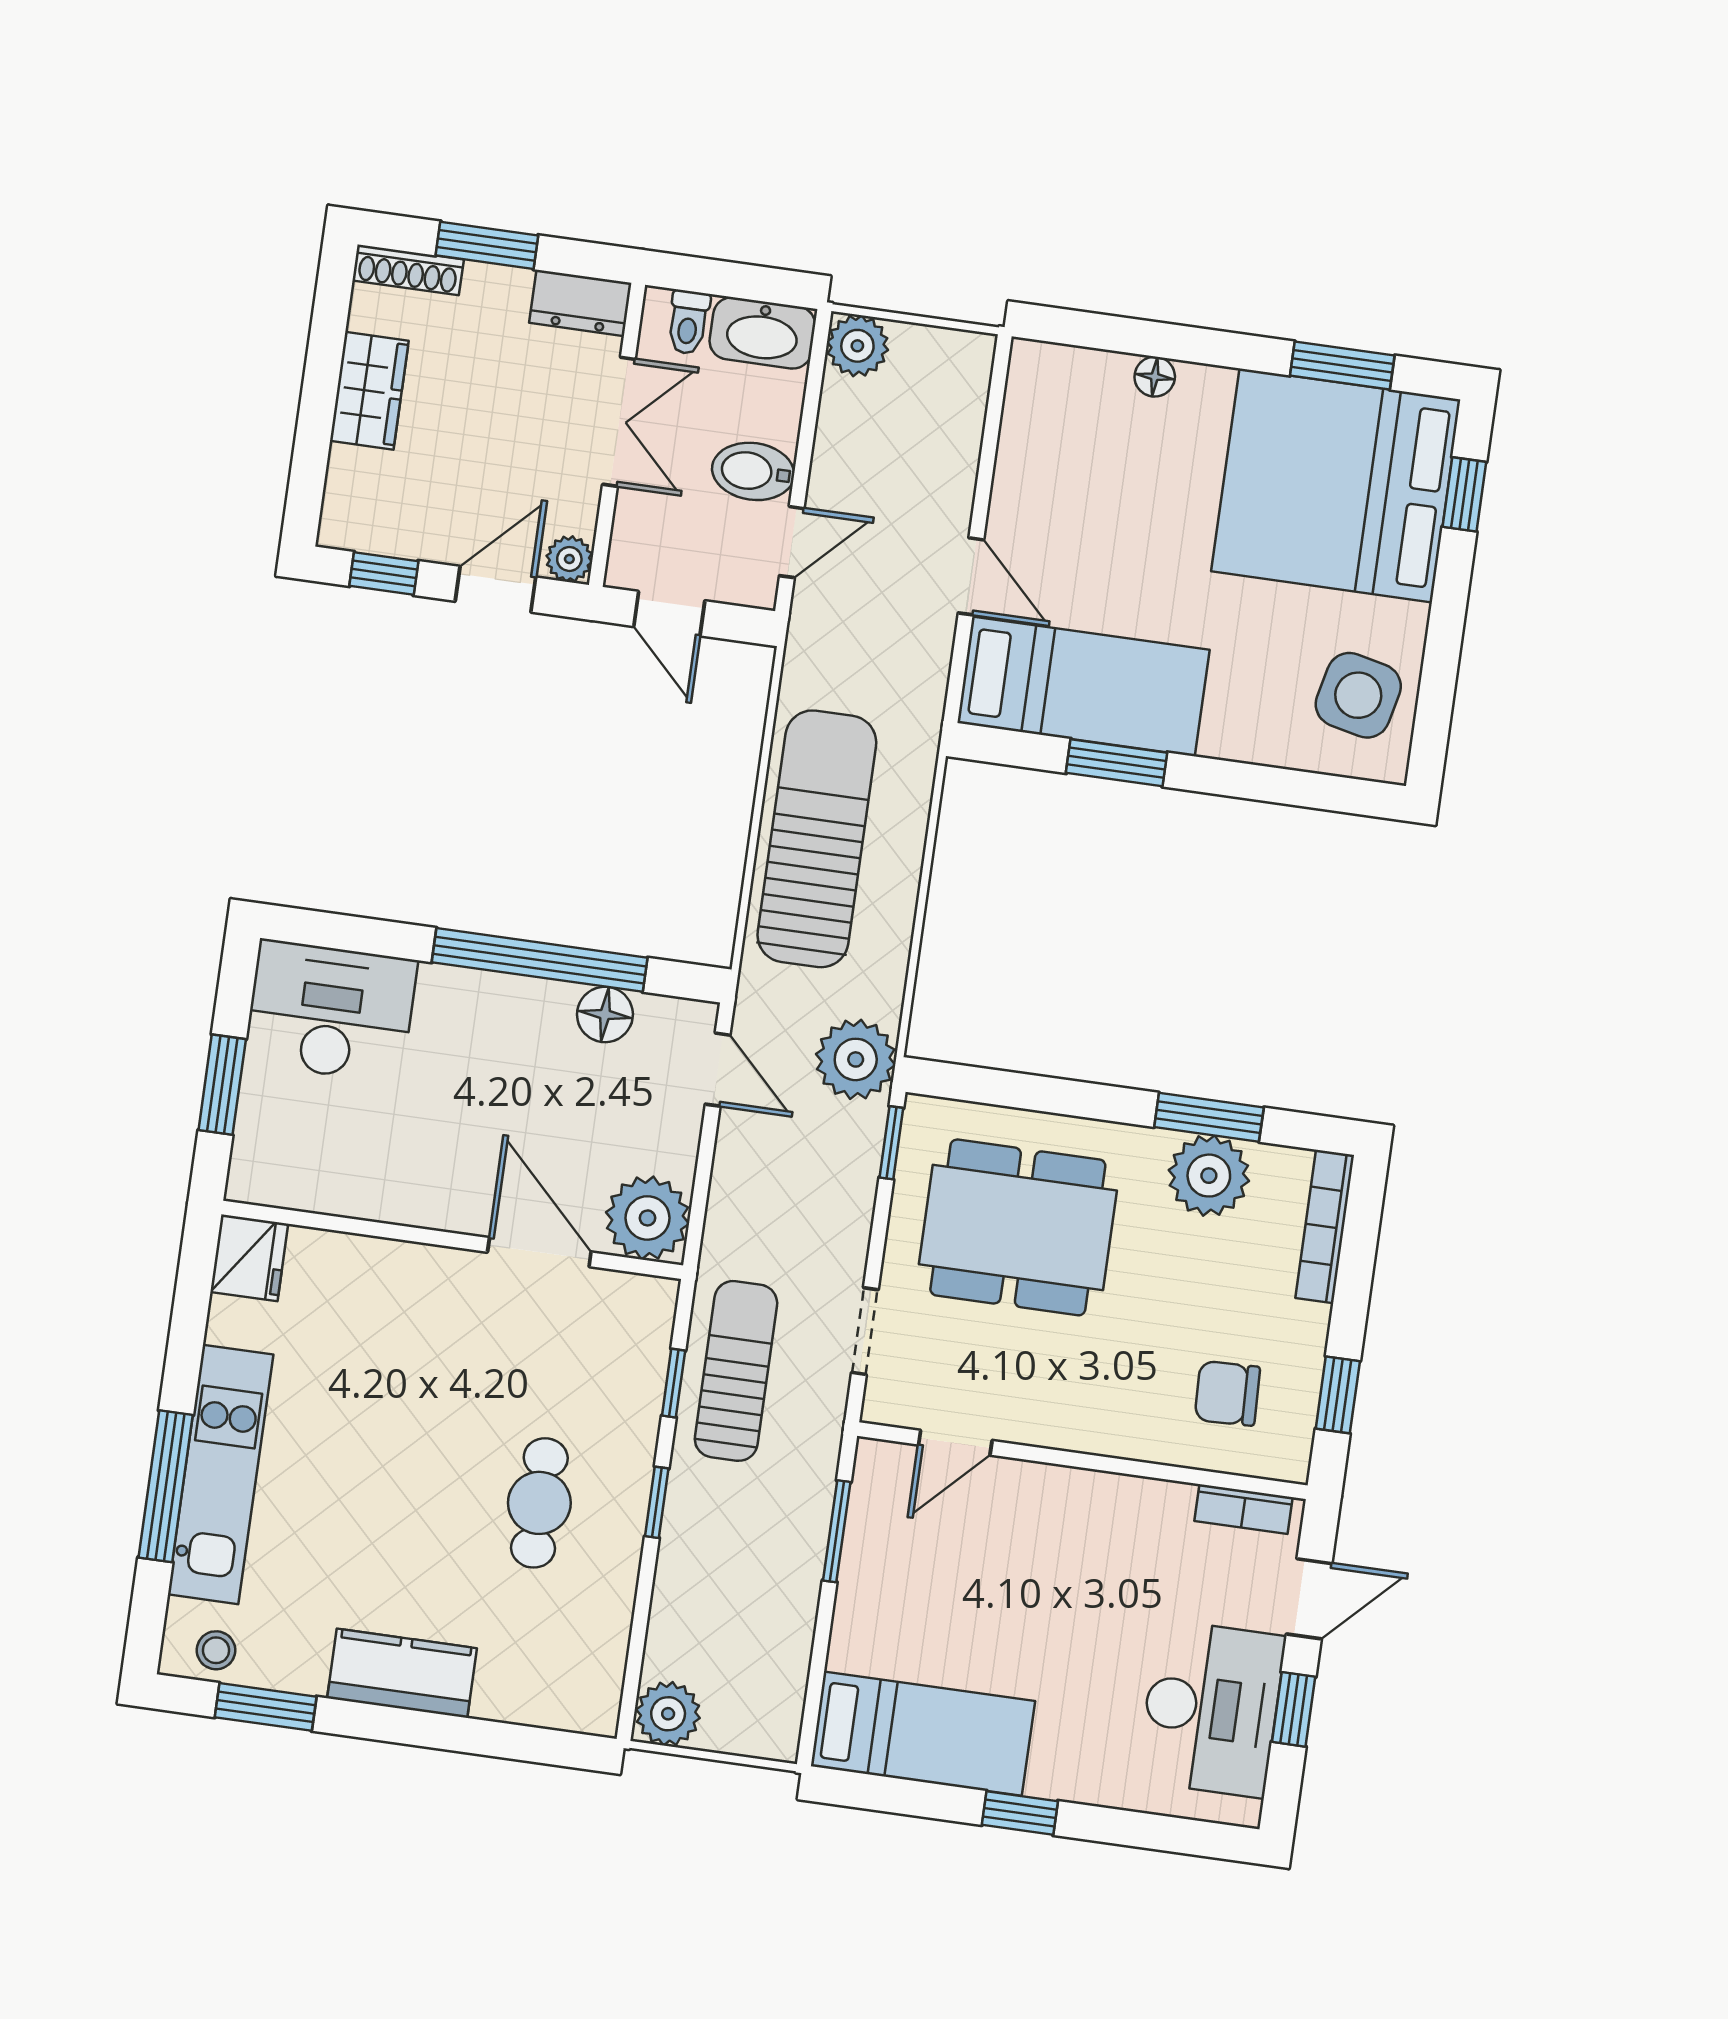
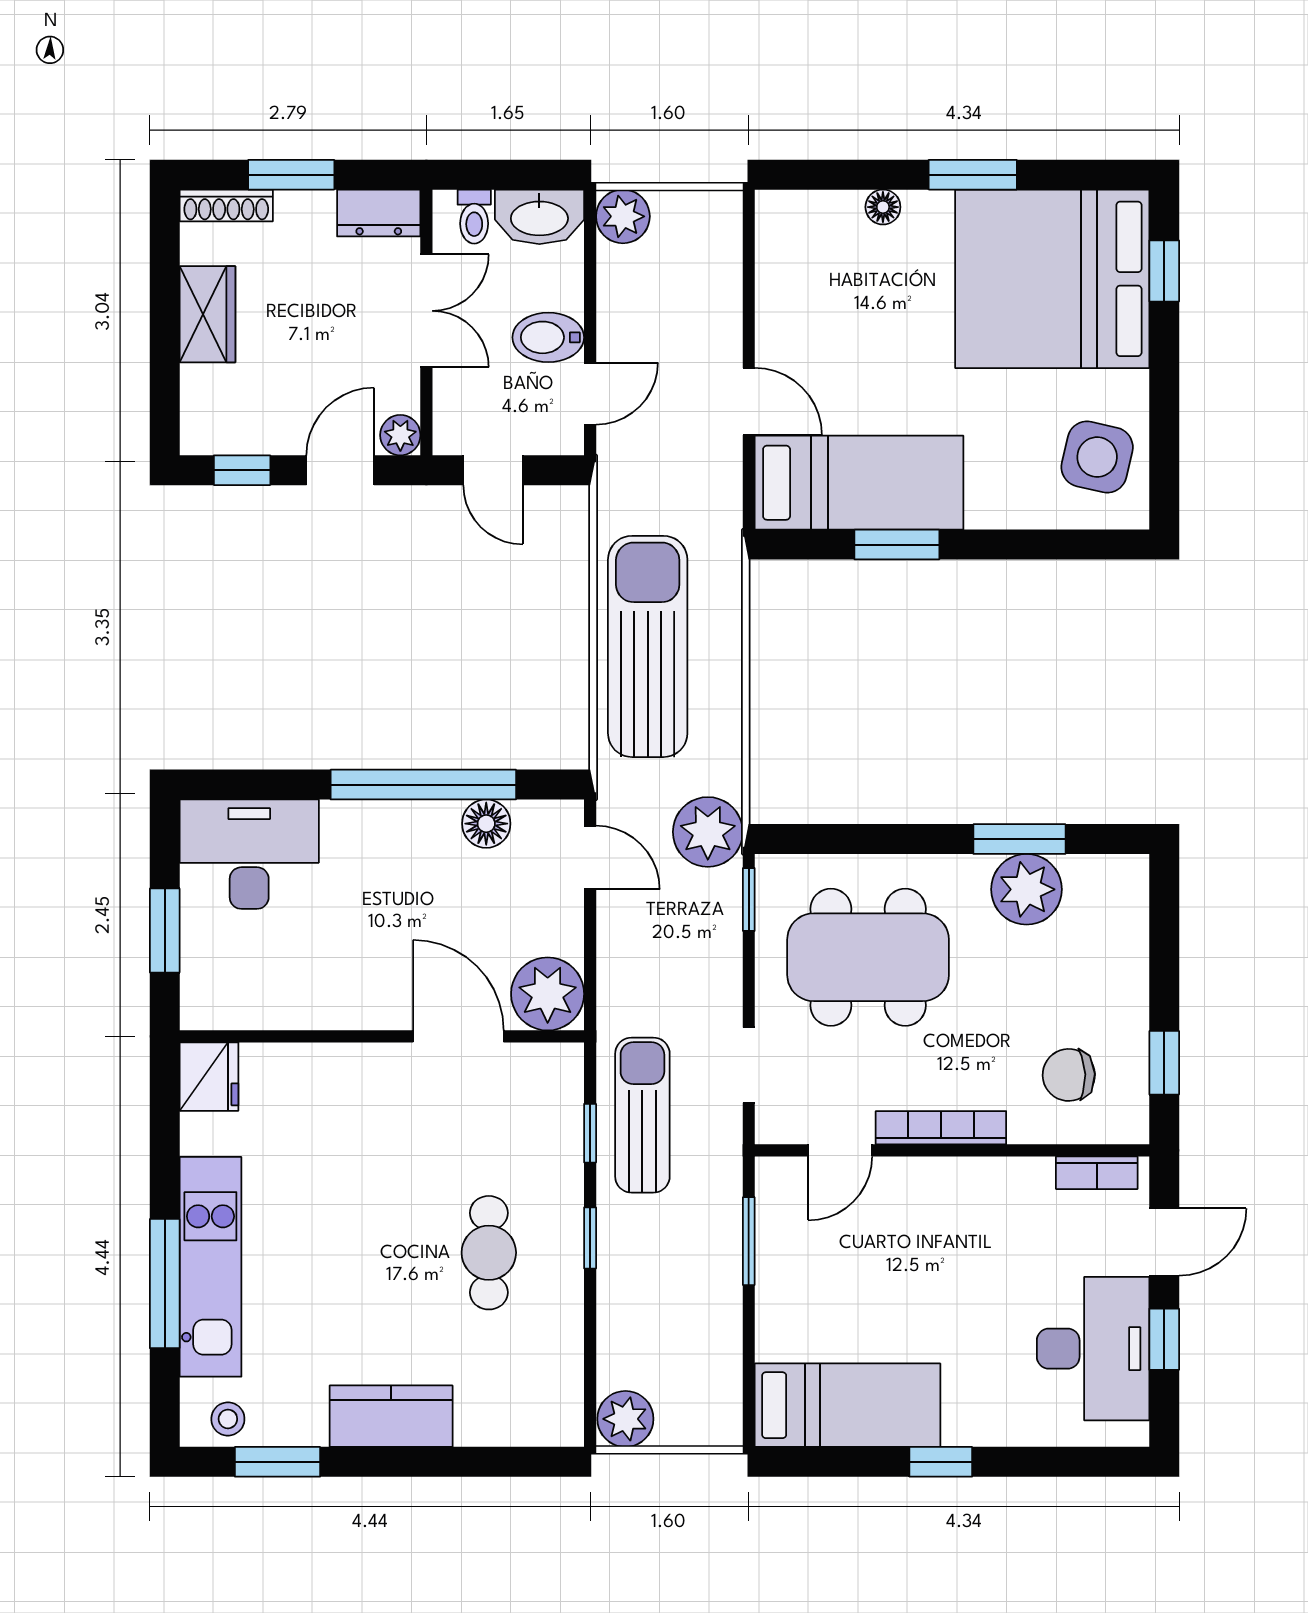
window: (1342, 366) -> (973, 175), moved
bookcase: (1325, 1227) -> (941, 1128), moved, turned 90

